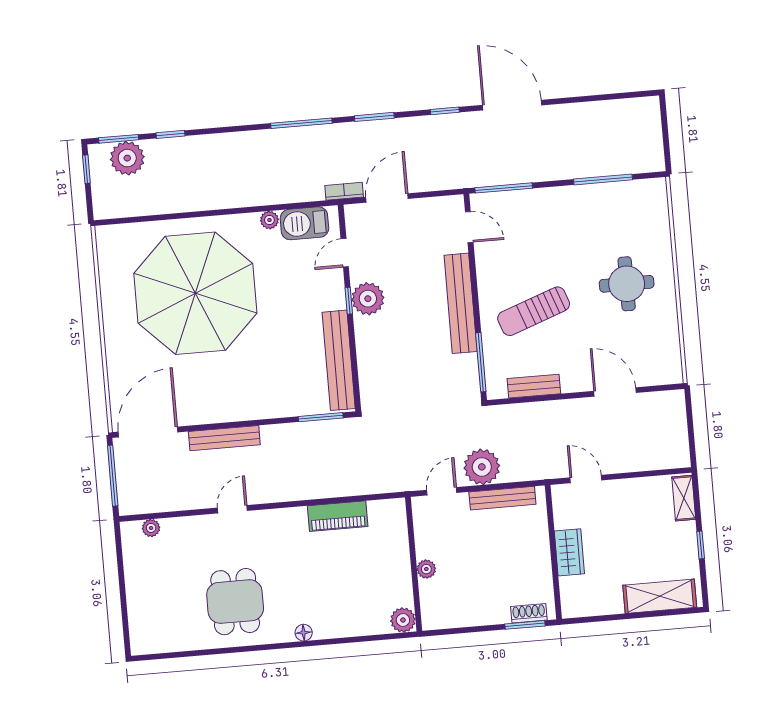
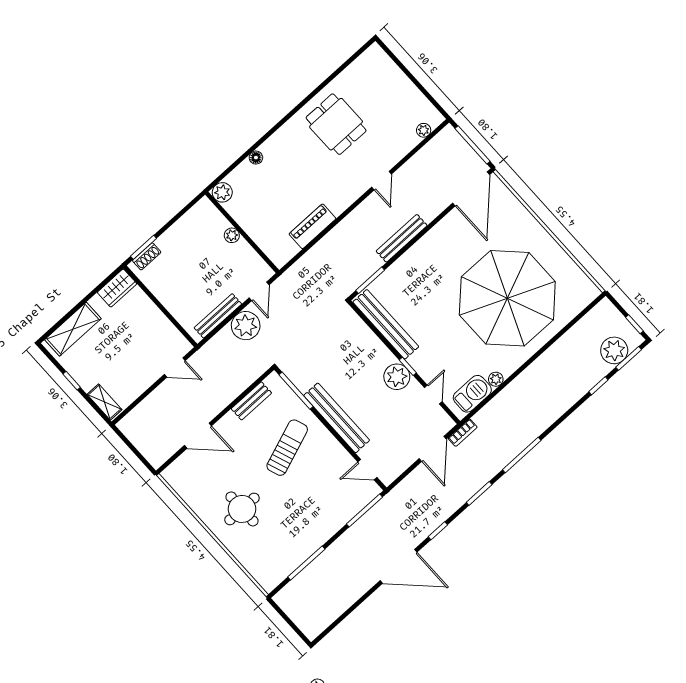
bench: (224, 438) -> (402, 238), moved
wardrobe: (569, 552) -> (117, 288), moved, turned -90
floor lamp: (304, 633) -> (256, 158), moved

